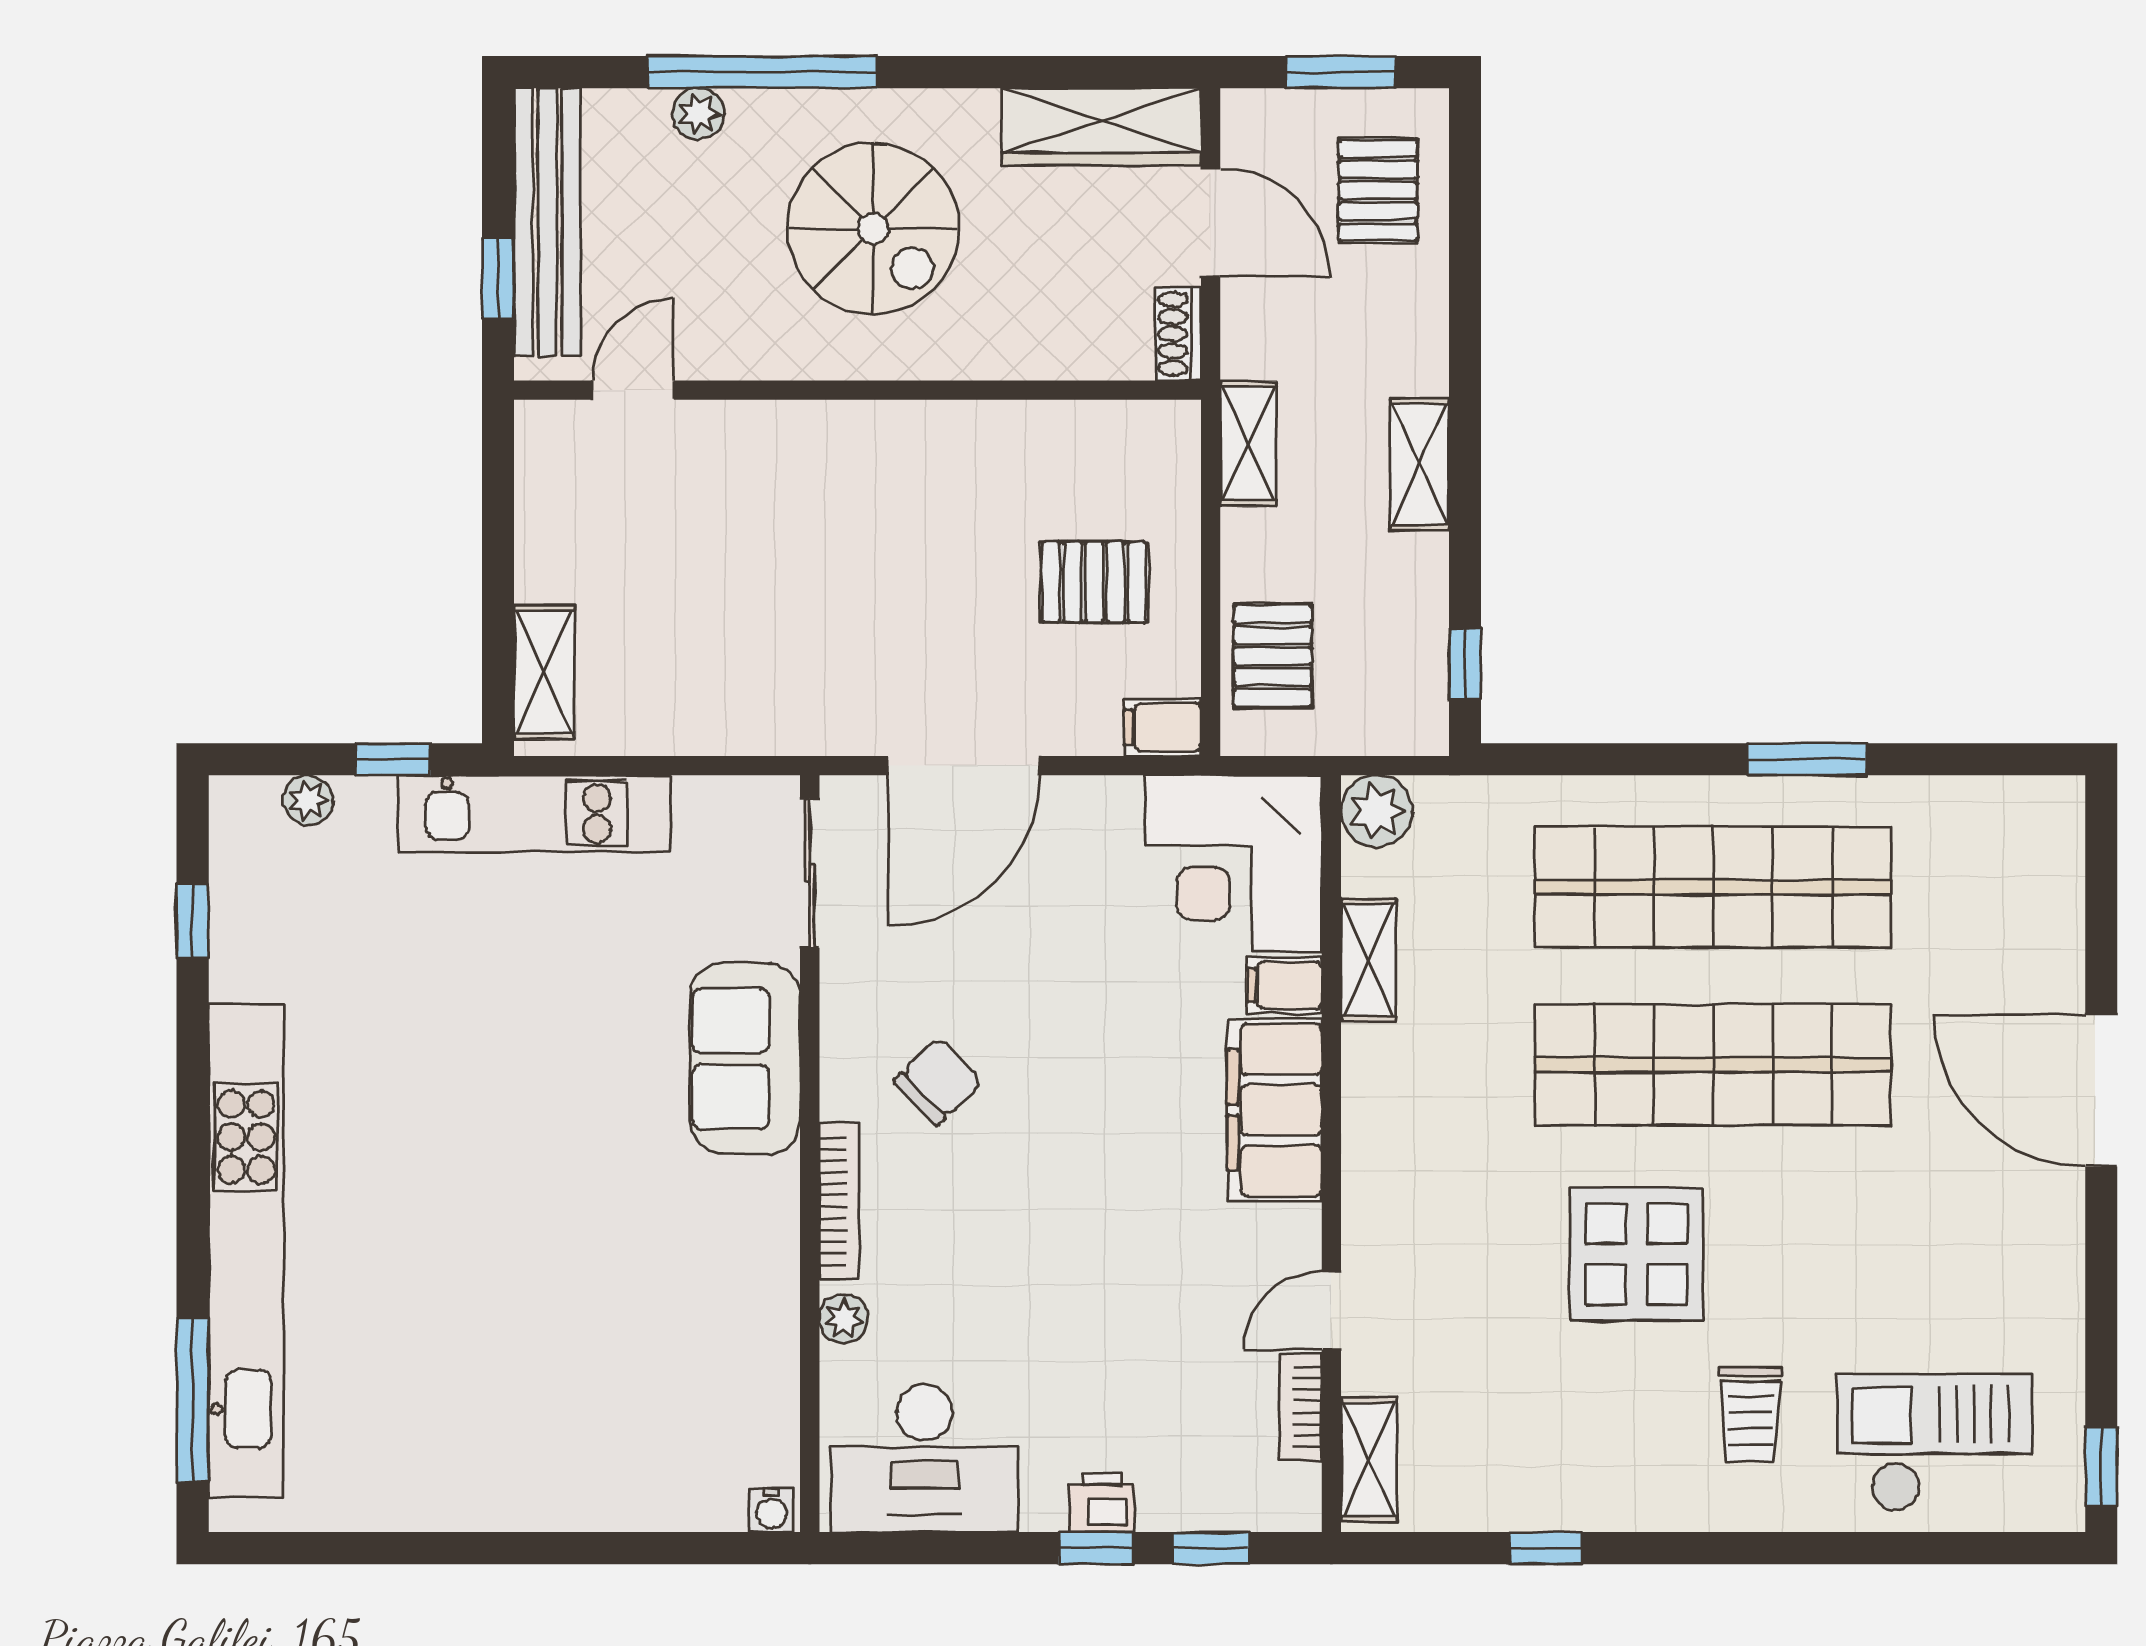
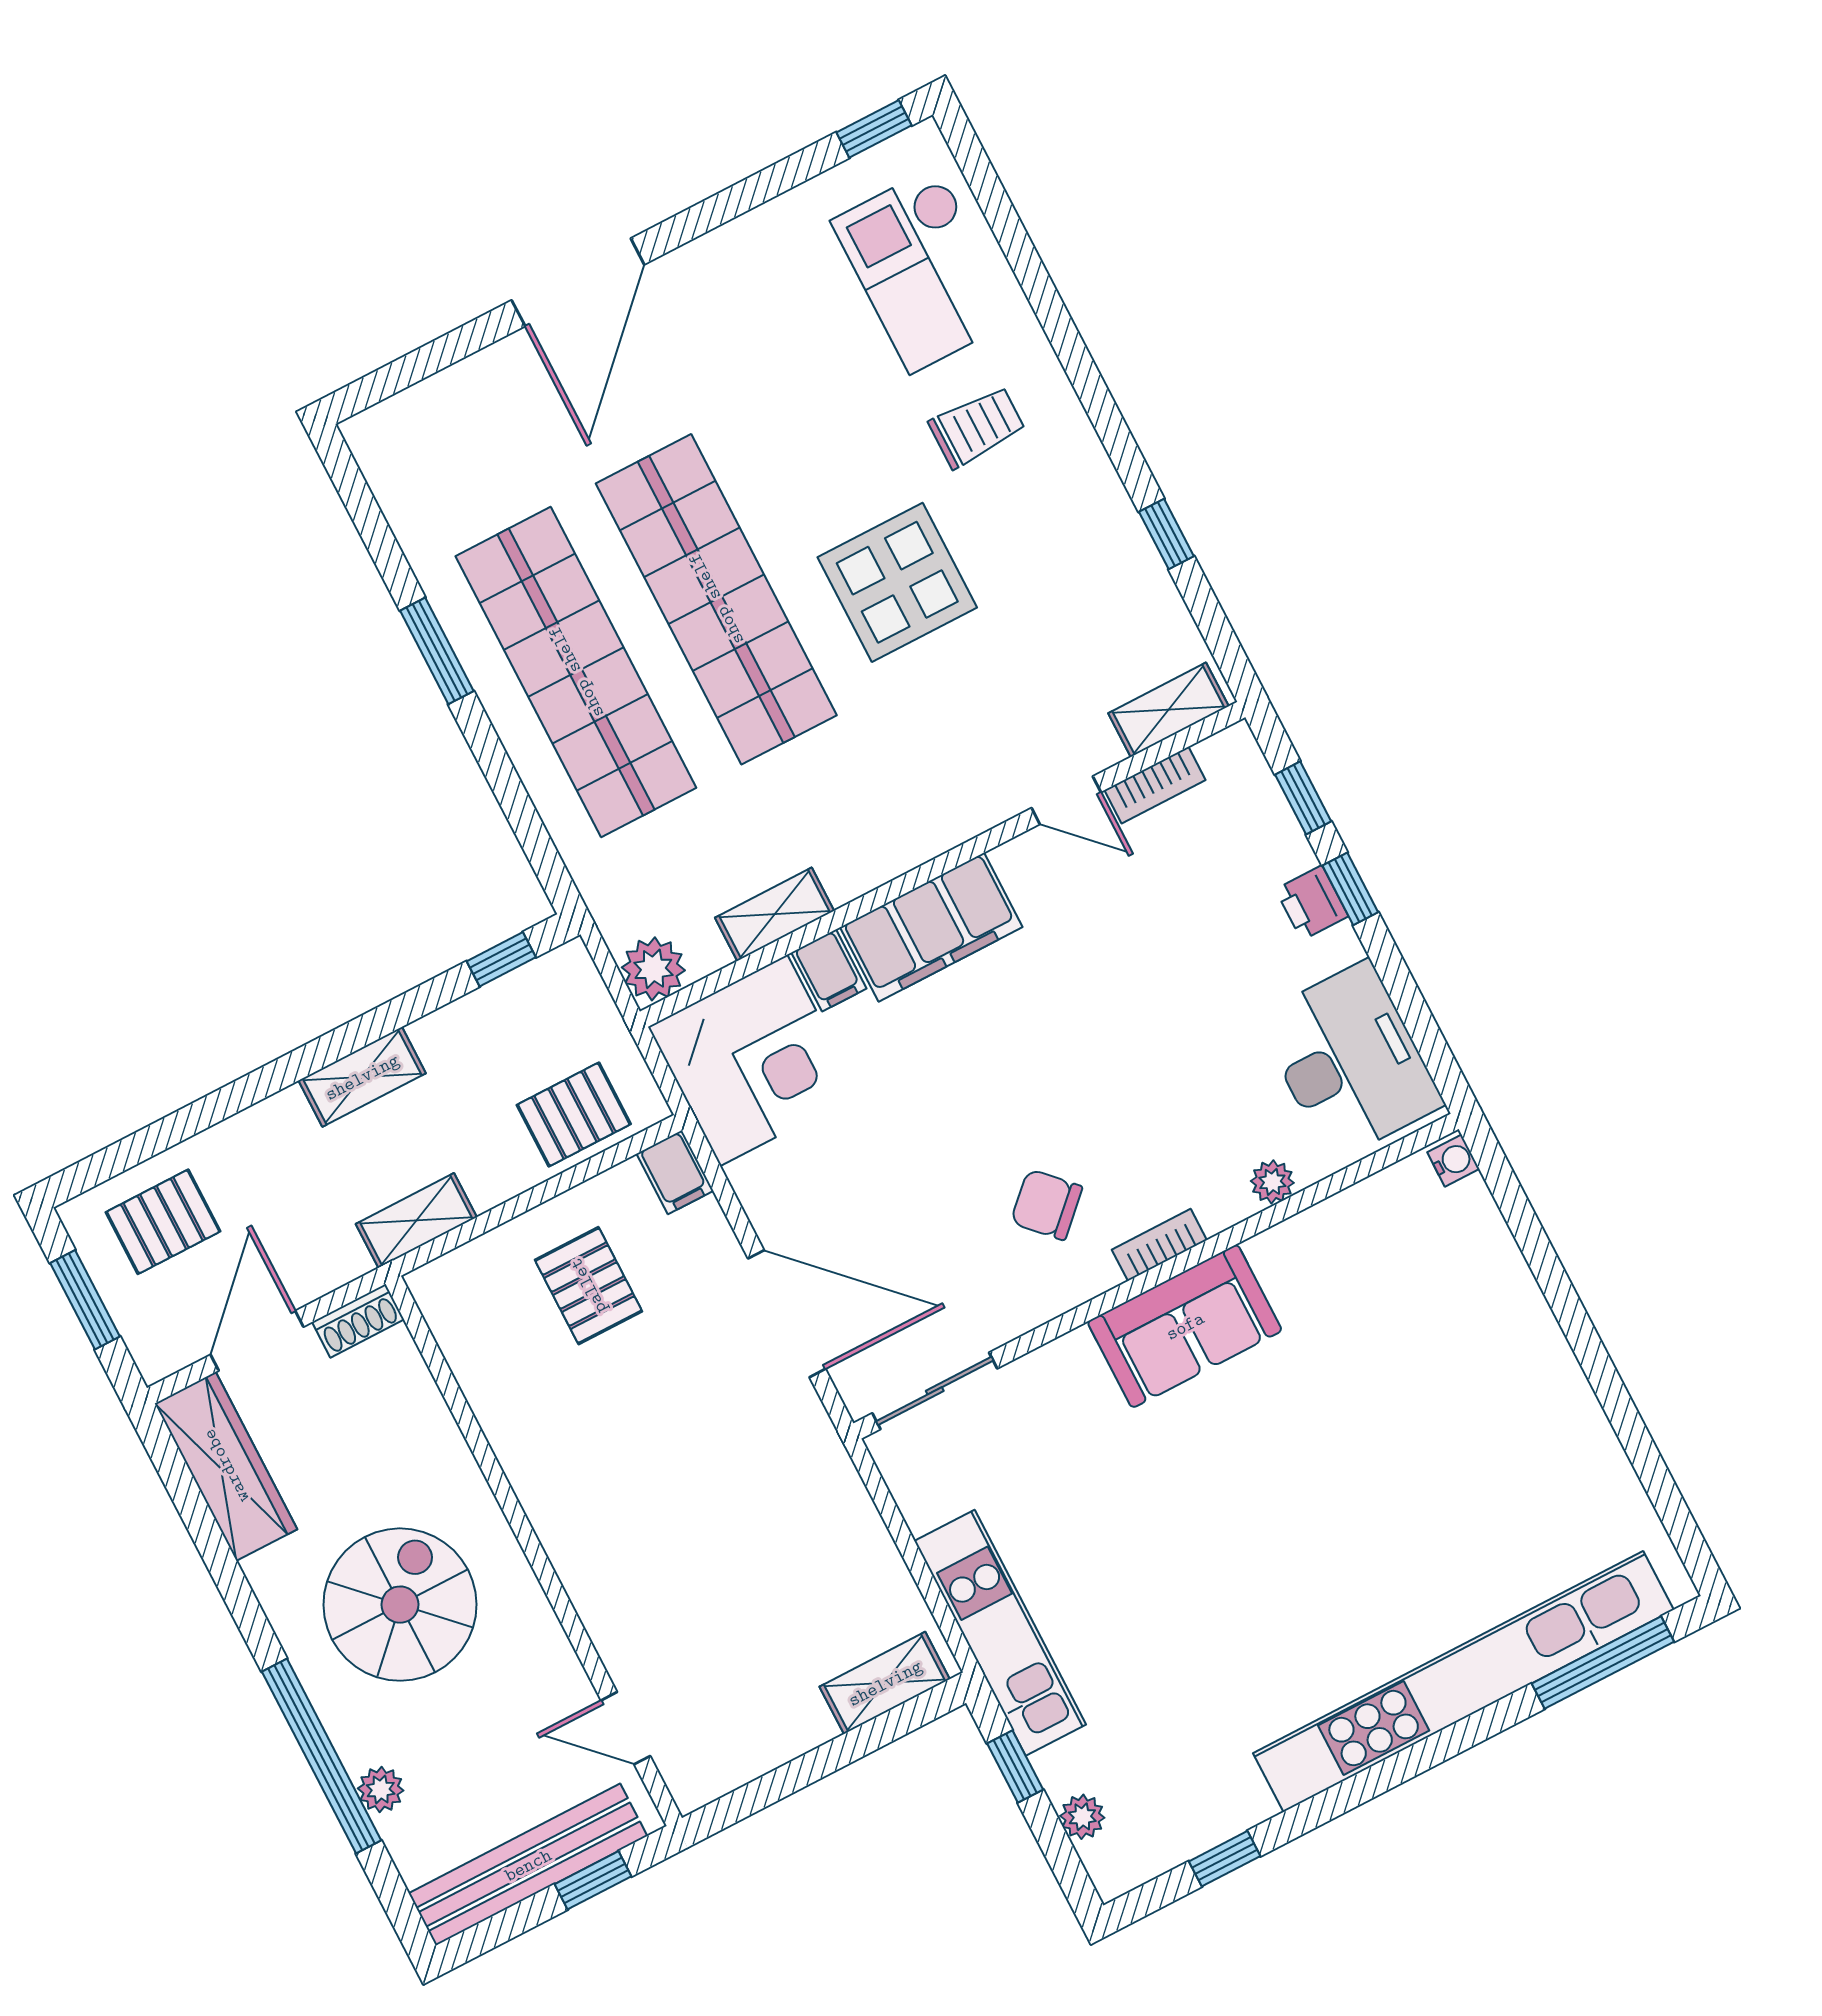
sofa: (745, 1059) -> (1185, 1326), moved
bookcase: (839, 1201) -> (1159, 1245), width x0.64

